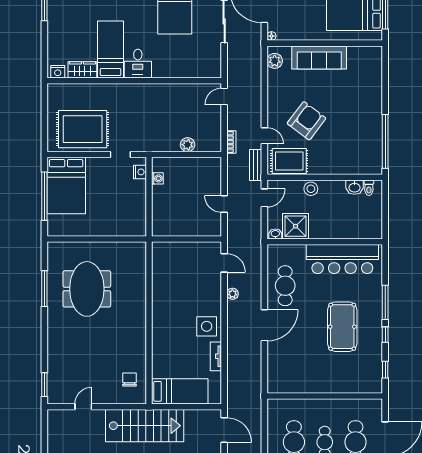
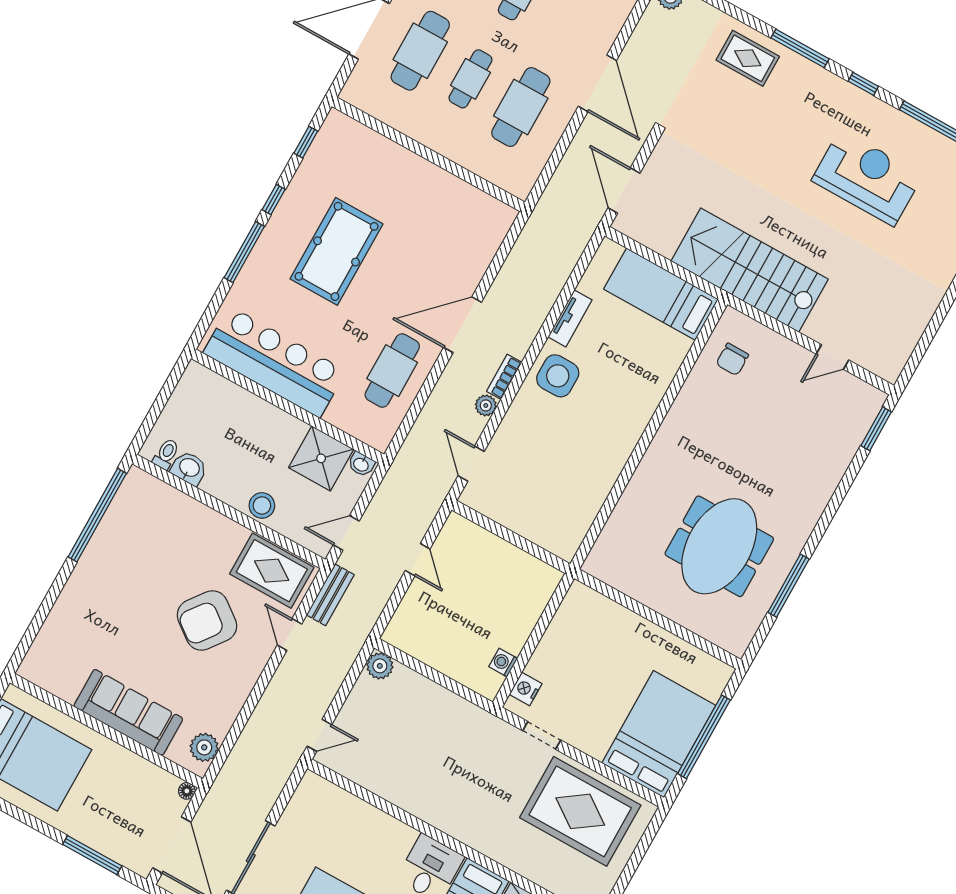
bookcase: (231, 142) -> (504, 377), moved
plant: (188, 145) -> (380, 666), moved

